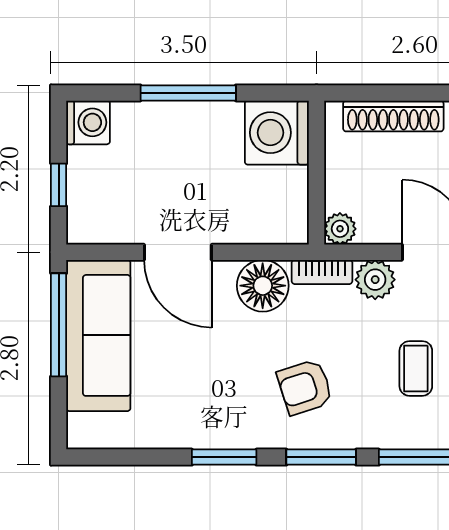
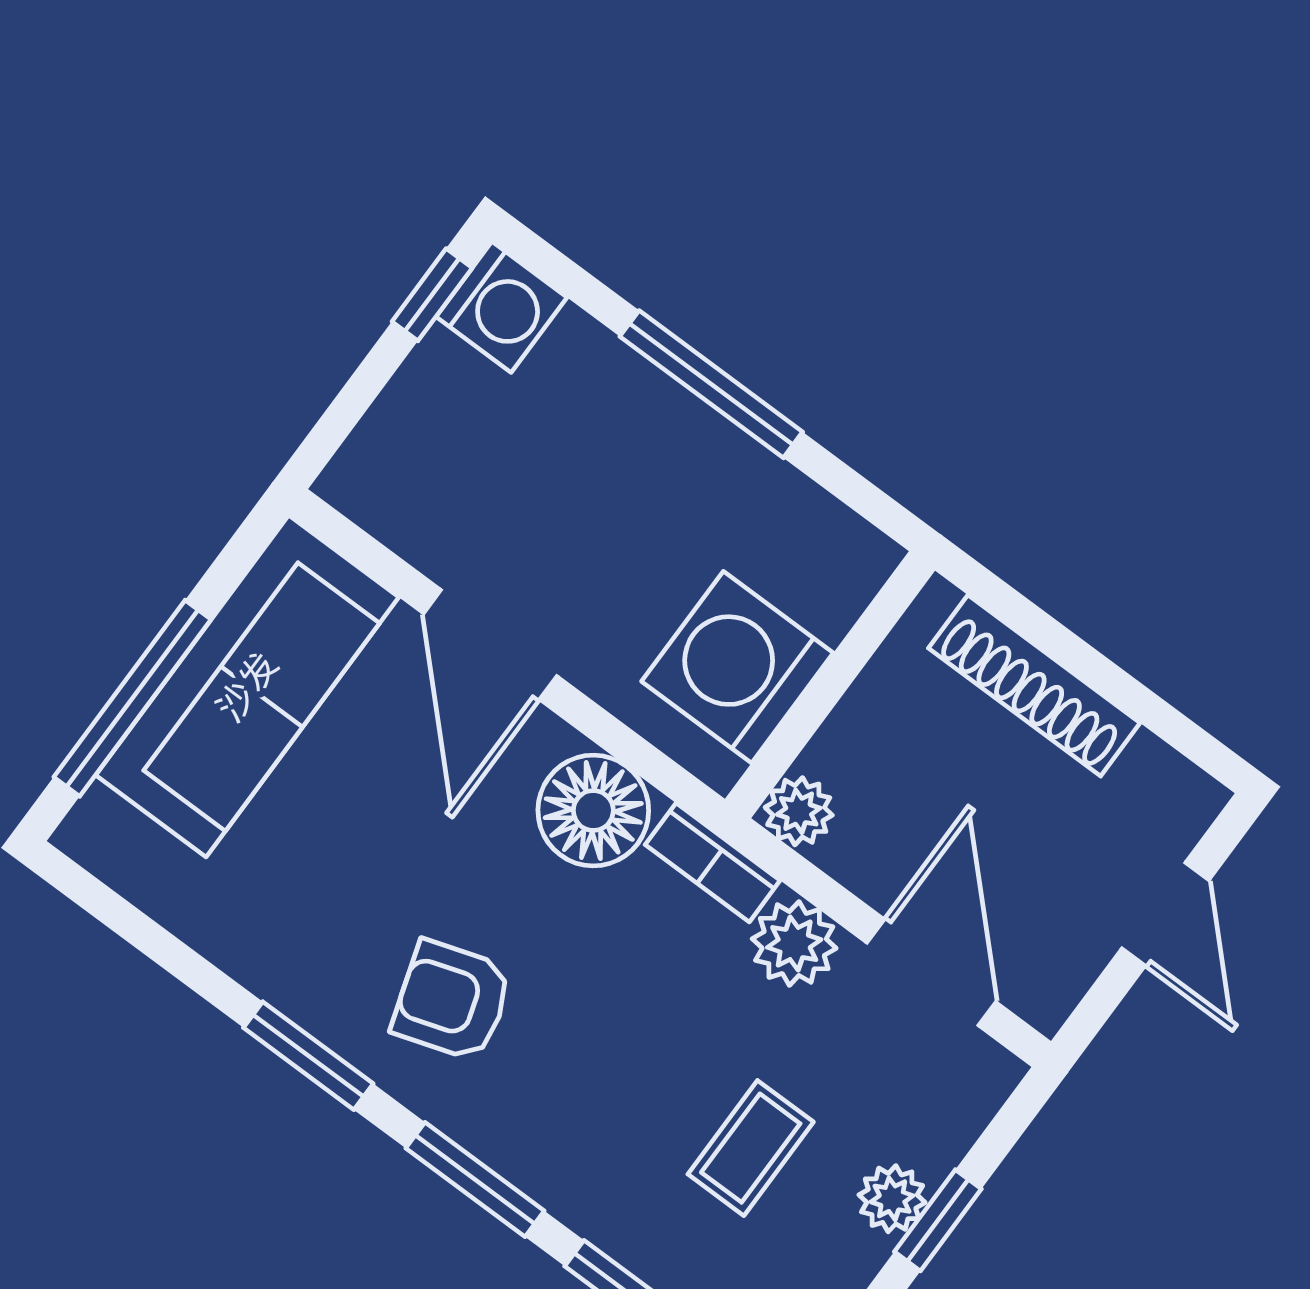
washing machine: (277, 133) -> (737, 667), moved
window: (59, 185) -> (432, 295), moved
window: (59, 325) -> (132, 698), moved
armchair: (305, 387) -> (452, 1001), moved

